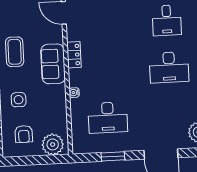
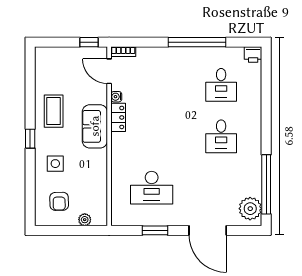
desk: (169, 67) -> (221, 136), width x0.73
water cooler: (74, 93) -> (116, 97), moved
plant: (53, 144) -> (85, 220), width x0.53, depth x0.53

